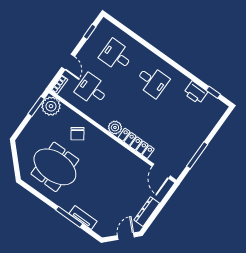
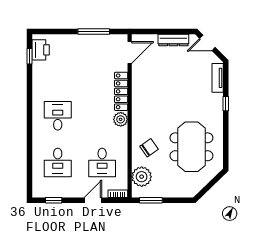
printer: (196, 93) -> (41, 50), moved
plant: (51, 106) -> (142, 177), moved
window: (69, 217) -> (226, 104), width x0.46
tv unit: (83, 217) -> (218, 78), moved

